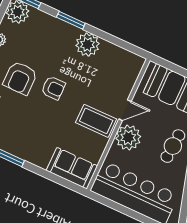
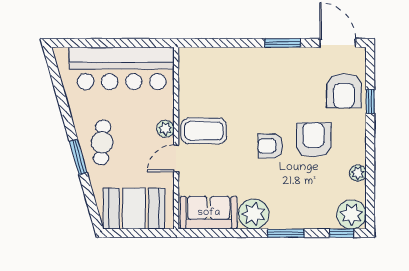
plant: (128, 137) -> (165, 129), width x0.53, depth x0.53
sofa: (72, 168) -> (209, 213), moved, turned 180

